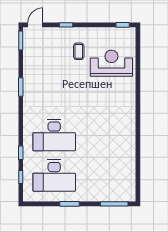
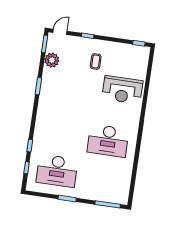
plant: (31, 57) -> (52, 60), added
reception desk: (111, 63) -> (122, 90), moved, turned 180
desk: (54, 135) -> (108, 141), moved

